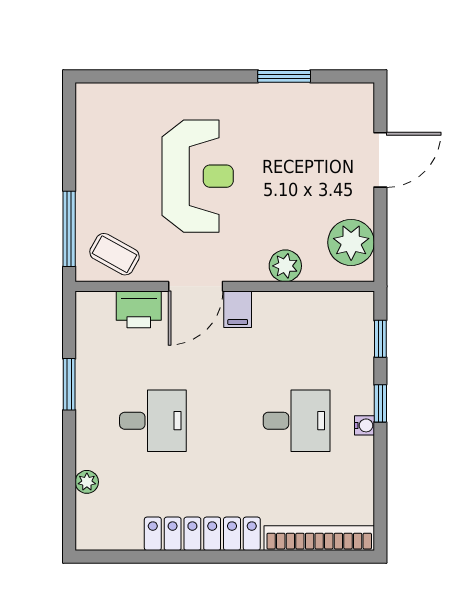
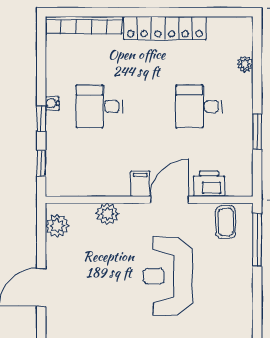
plant: (351, 242) -> (57, 226), width x0.73, depth x0.73
coffee table: (114, 254) -> (226, 222), turned 61

